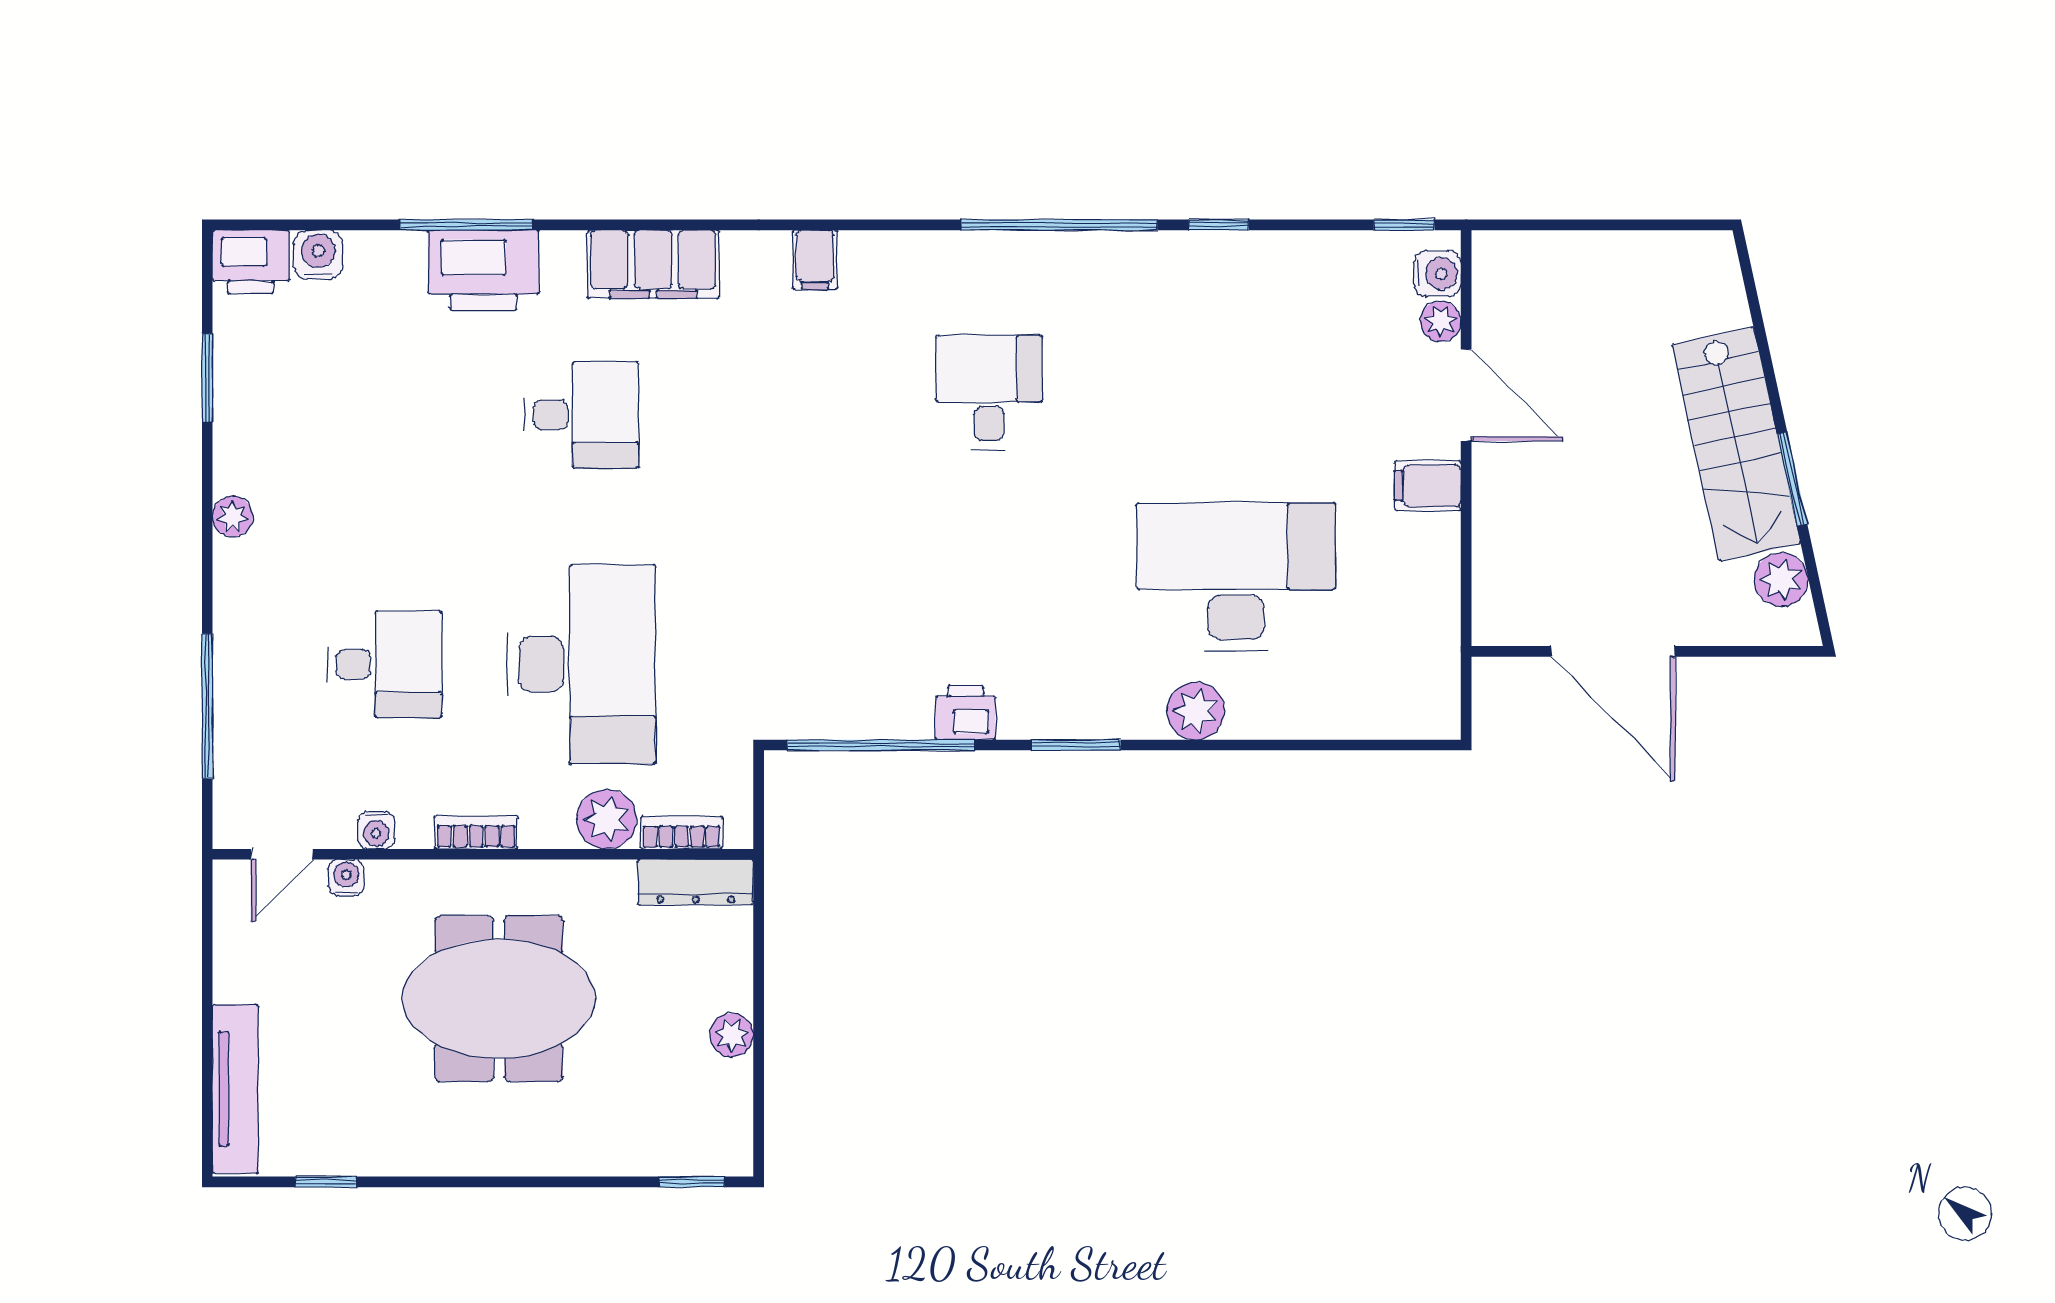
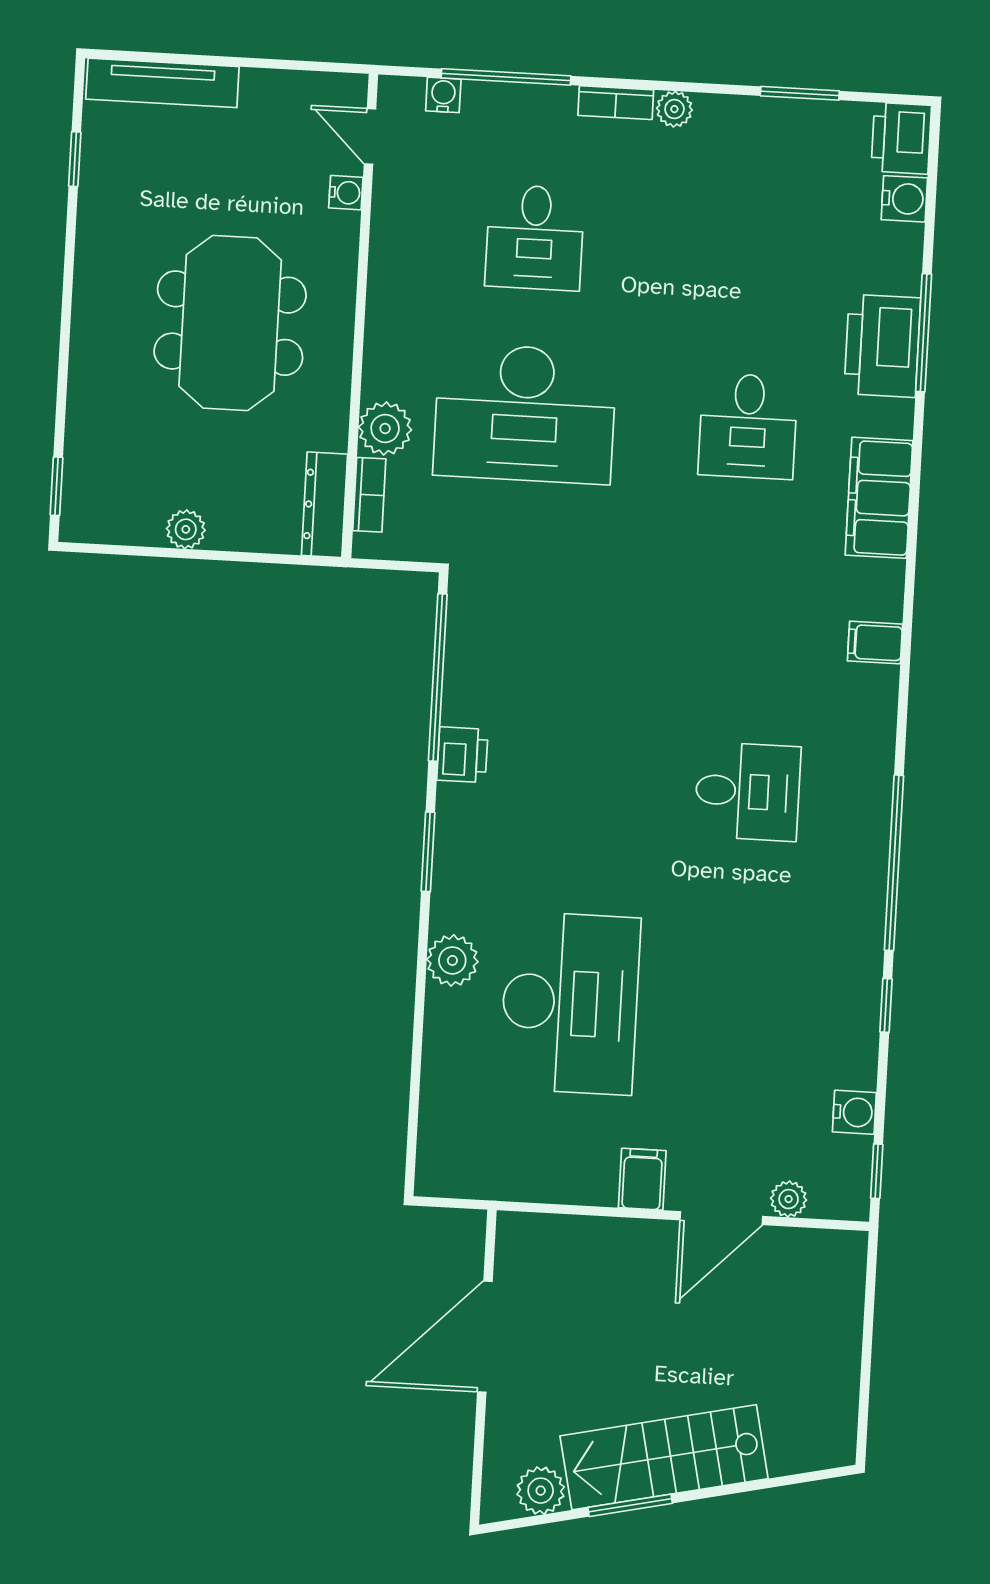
water cooler: (1438, 274) -> (854, 1112), moved, turned -90
water cooler: (376, 830) -> (443, 95), moved, turned 90
bookcase: (476, 832) -> (616, 103), moved, turned 90

